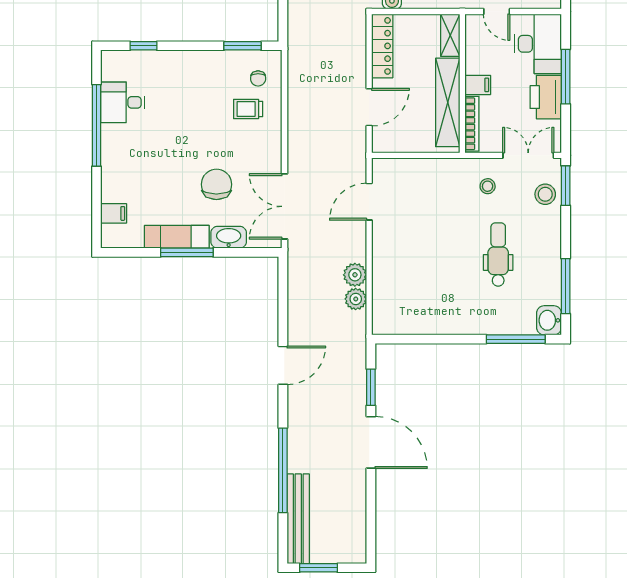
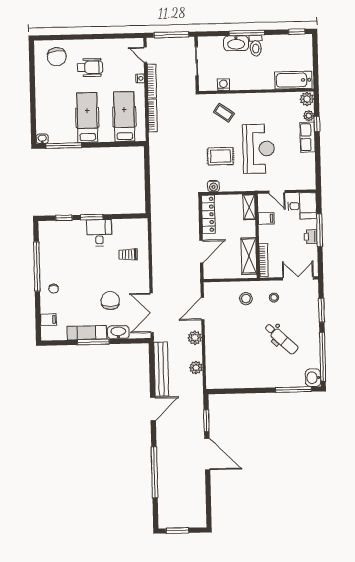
desk: (538, 44) -> (302, 206), width x0.73
window: (242, 46) -> (92, 217), moved
chair: (258, 78) -> (54, 289), moved
filing cabinet: (478, 85) -> (266, 218), moved
printer: (546, 97) -> (311, 237), width x0.53, depth x0.68
desk: (123, 102) -> (99, 233), moved, turned 90
shelving: (448, 102) -> (249, 256), width x0.68
window: (566, 186) -> (321, 310), moved
stool: (545, 194) -> (246, 299), moved
dental chair: (498, 255) -> (281, 339), turned 133
plant: (355, 275) -> (195, 338), moved
window: (566, 286) -> (323, 357), width x1.46
bench: (298, 519) -> (161, 369), moved

